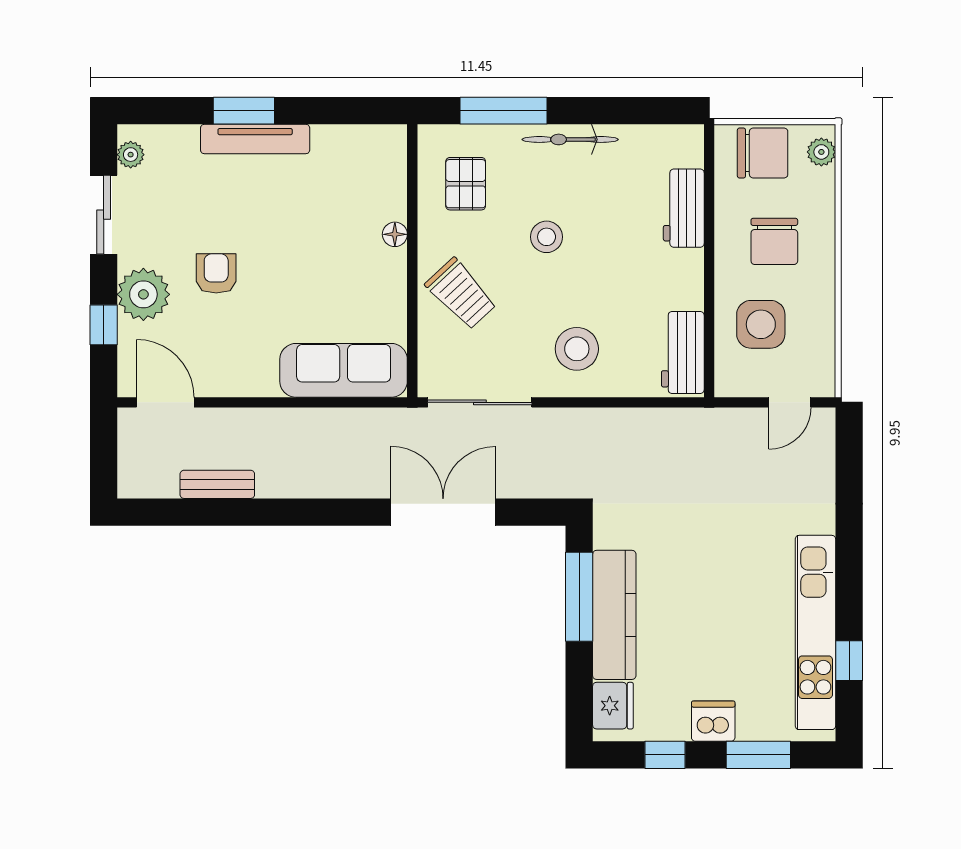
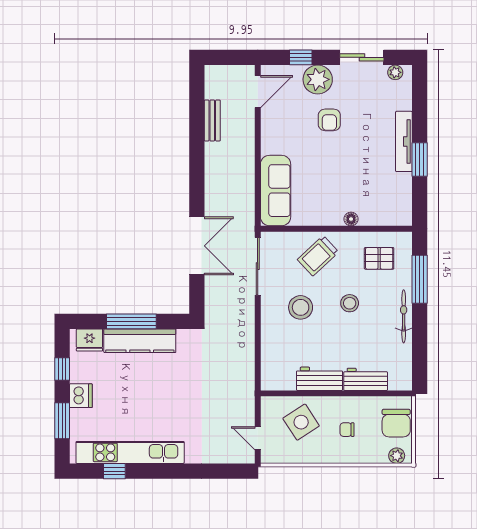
window: (244, 111) -> (420, 160), moved
chair: (774, 241) -> (347, 430), width x0.54, depth x0.54
armchair: (216, 273) -> (329, 120), turned 90
side table: (761, 324) -> (301, 422), turned -33
stool: (577, 349) -> (301, 307), moved
workbench: (683, 352) -> (319, 379), moved
window: (579, 597) -> (131, 321), moved

